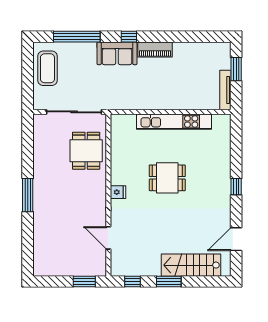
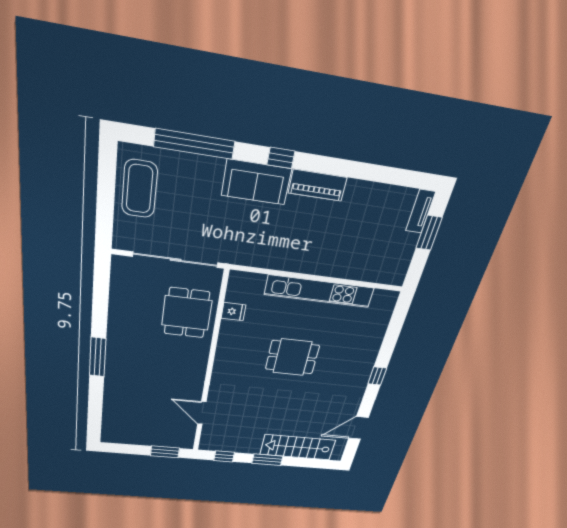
tv unit: (225, 90) -> (421, 211), moved, width x0.71
fridge: (118, 192) -> (233, 312), moved

